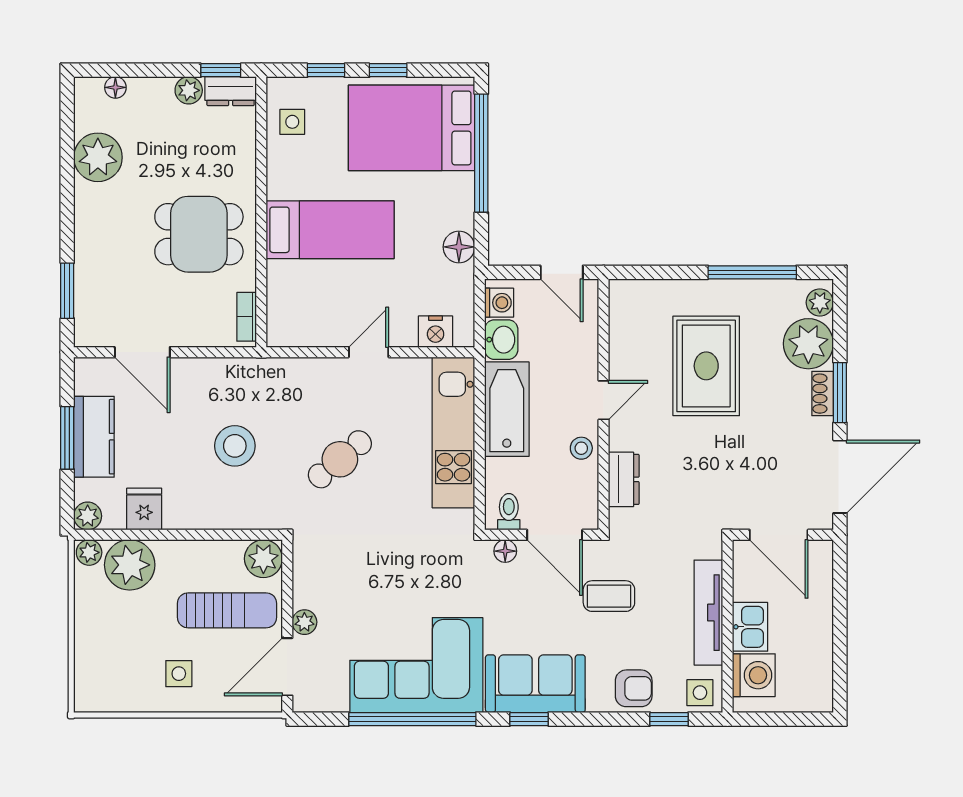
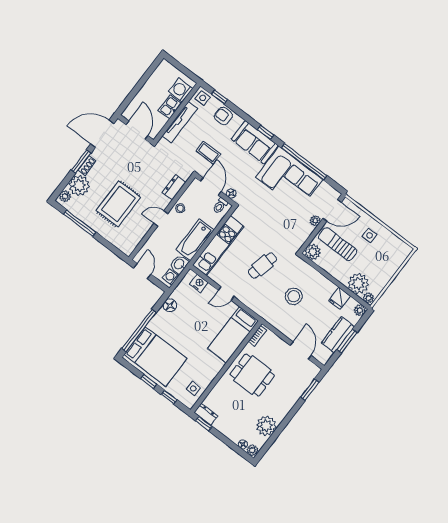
plant: (189, 90) -> (252, 450), moved
bed: (330, 230) -> (233, 335), moved, turned -90
cafe table: (340, 459) -> (263, 265), turned -37

